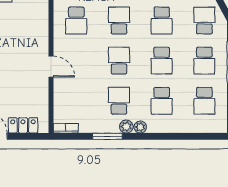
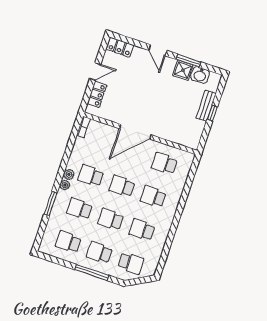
school desk: (119, 21) -> (153, 197), turned 180
school desk: (119, 61) -> (122, 186), turned 180
door: (51, 67) -> (135, 132), width x1.87
school desk: (119, 101) -> (91, 176), turned 180
window: (107, 136) -> (50, 204), moved

